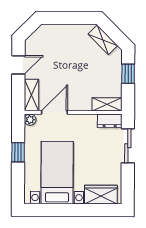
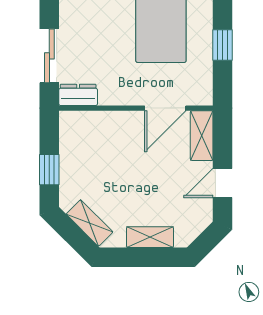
shelving: (107, 104) -> (150, 237), moved
plant: (30, 120) -> (204, 97), removed

